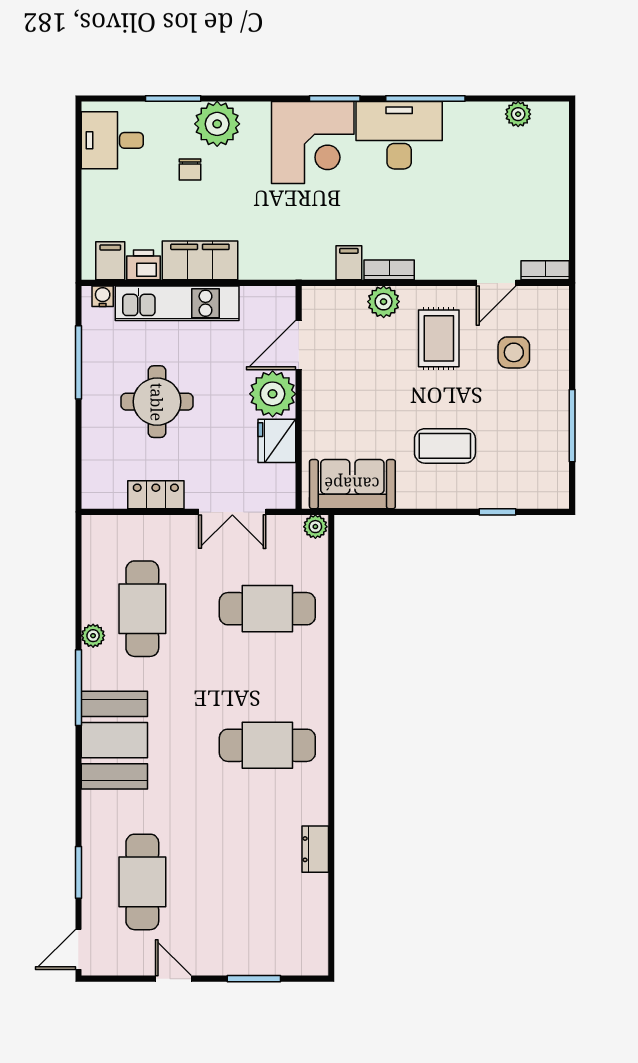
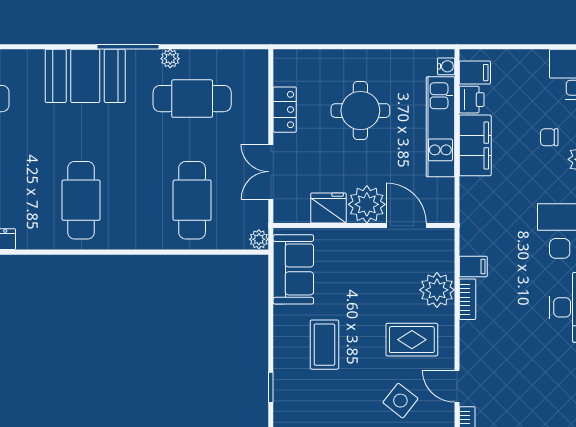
plant: (384, 302) -> (437, 290), width x1.36, depth x1.36
side table: (514, 352) -> (400, 401), turned 38
window: (78, 362) -> (392, 47), removed

